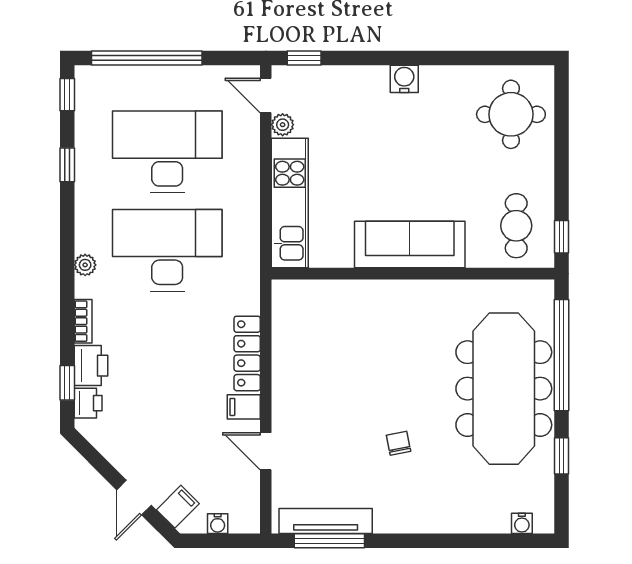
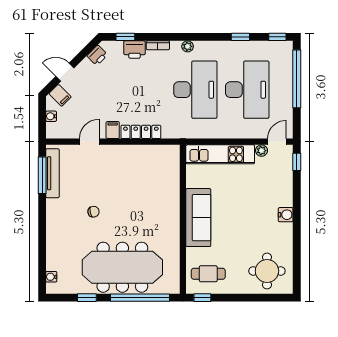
printer: (88, 403) -> (97, 55), moved, turned -45

